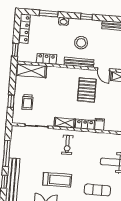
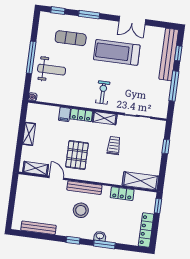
window: (49, 14) -> (104, 244), moved
trolley: (27, 102) -> (114, 146), moved
treadmill: (57, 180) -> (117, 52), width x1.37, depth x1.38

